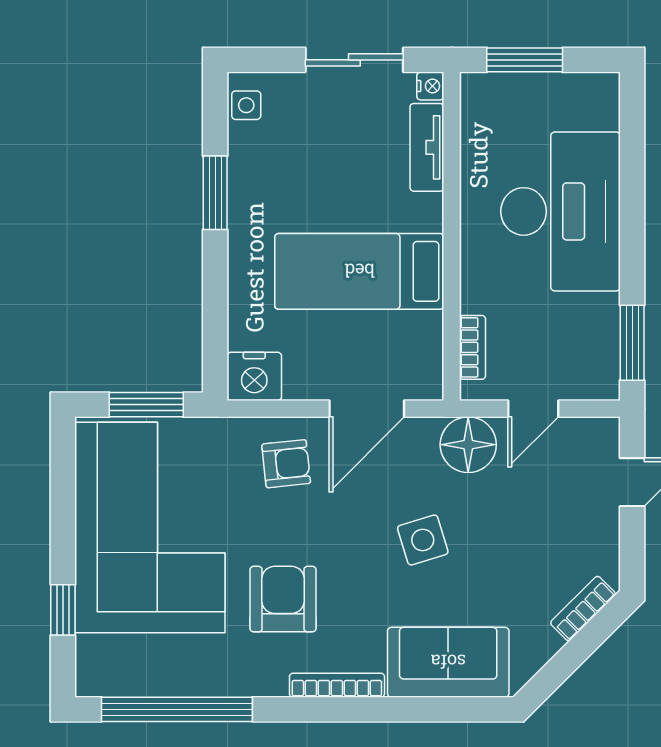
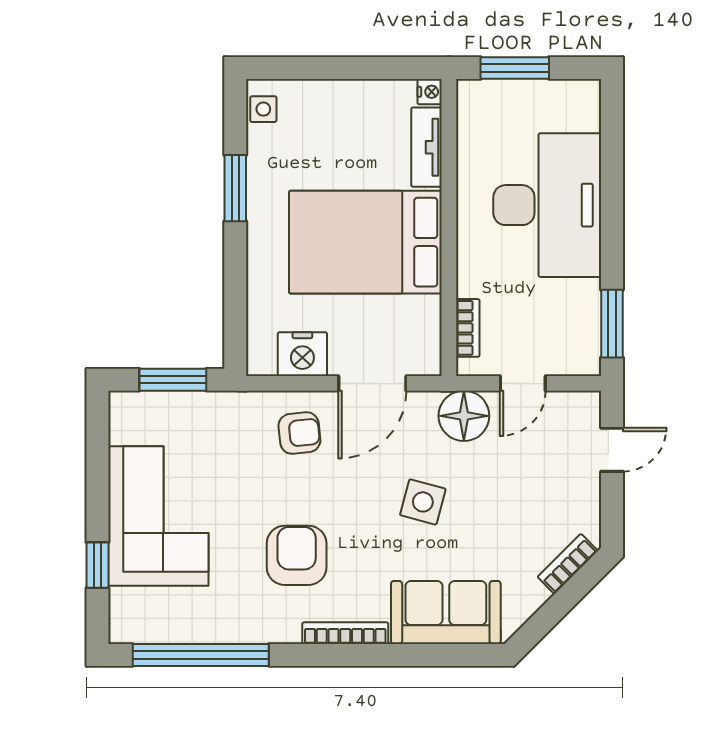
sliding door: (354, 60) -> (361, 68), removed
bed: (359, 271) -> (365, 242), width x1.50
nightstand: (254, 376) -> (302, 354), moved
corner sofa: (150, 528) -> (158, 516), width x0.73, depth x0.74
side table: (423, 540) -> (423, 502), turned 32

